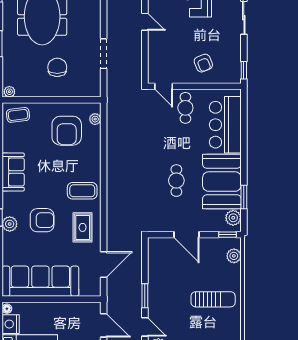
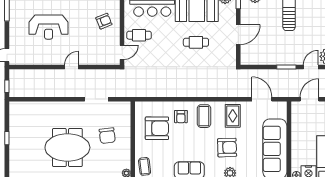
chair: (57, 67) -> (107, 136), turned -97
plant: (95, 119) -> (148, 106), removed
armchair: (82, 161) -> (181, 117), added
armchair: (42, 220) -> (227, 148), turned 88
rug: (83, 227) -> (233, 116), turned 90

